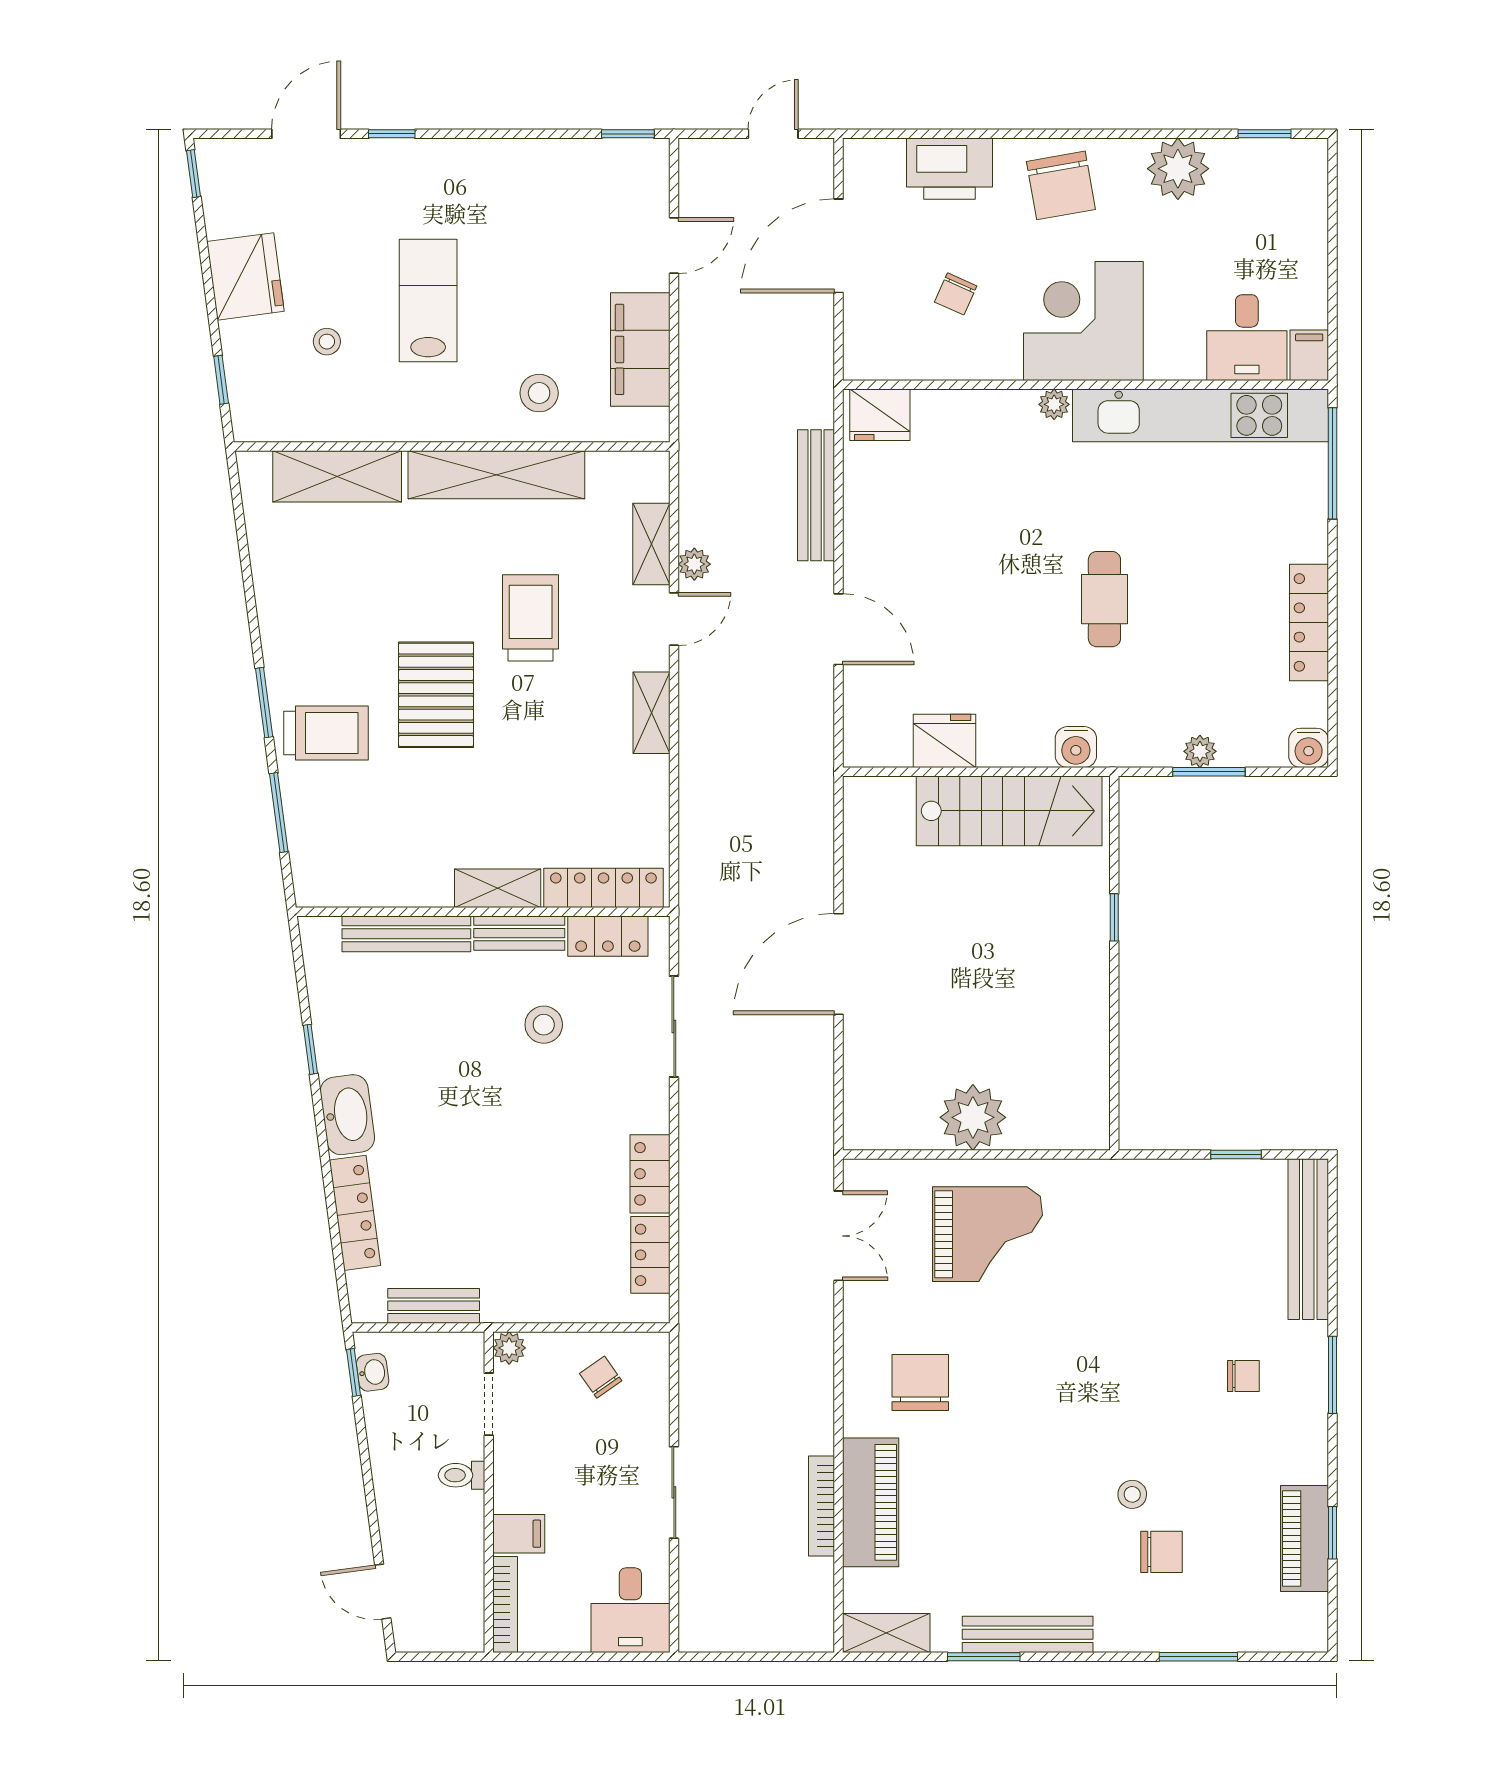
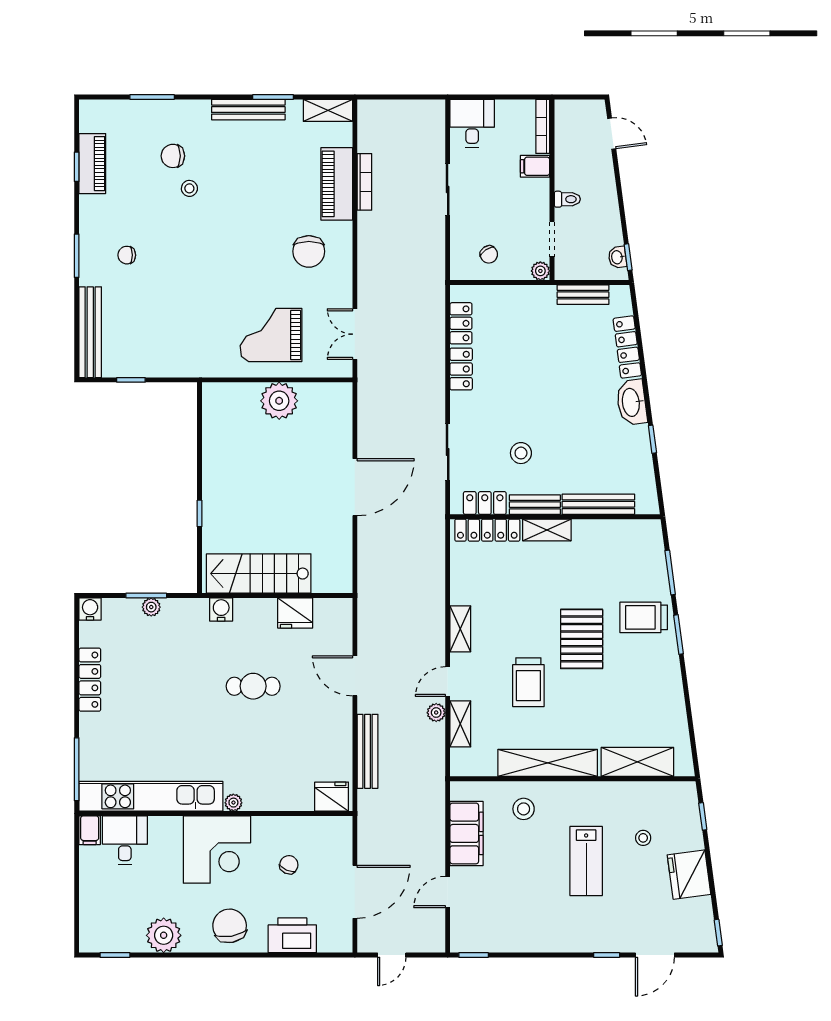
cafe table: (1104, 599) -> (253, 686), moved, turned 90

